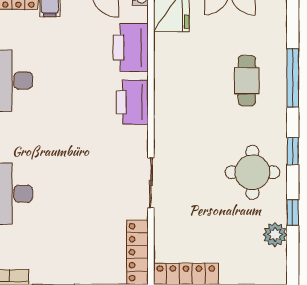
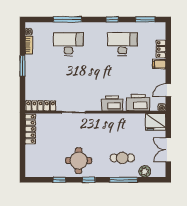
plant: (275, 235) -> (145, 171), moved

